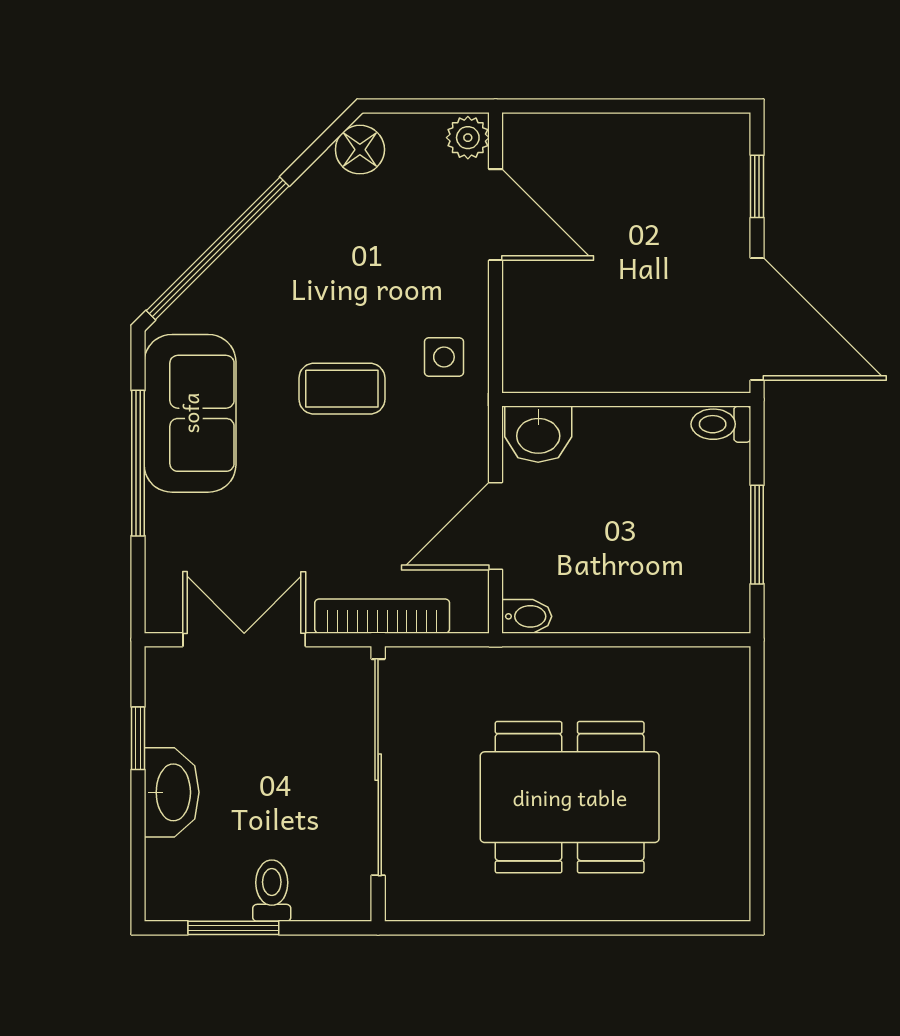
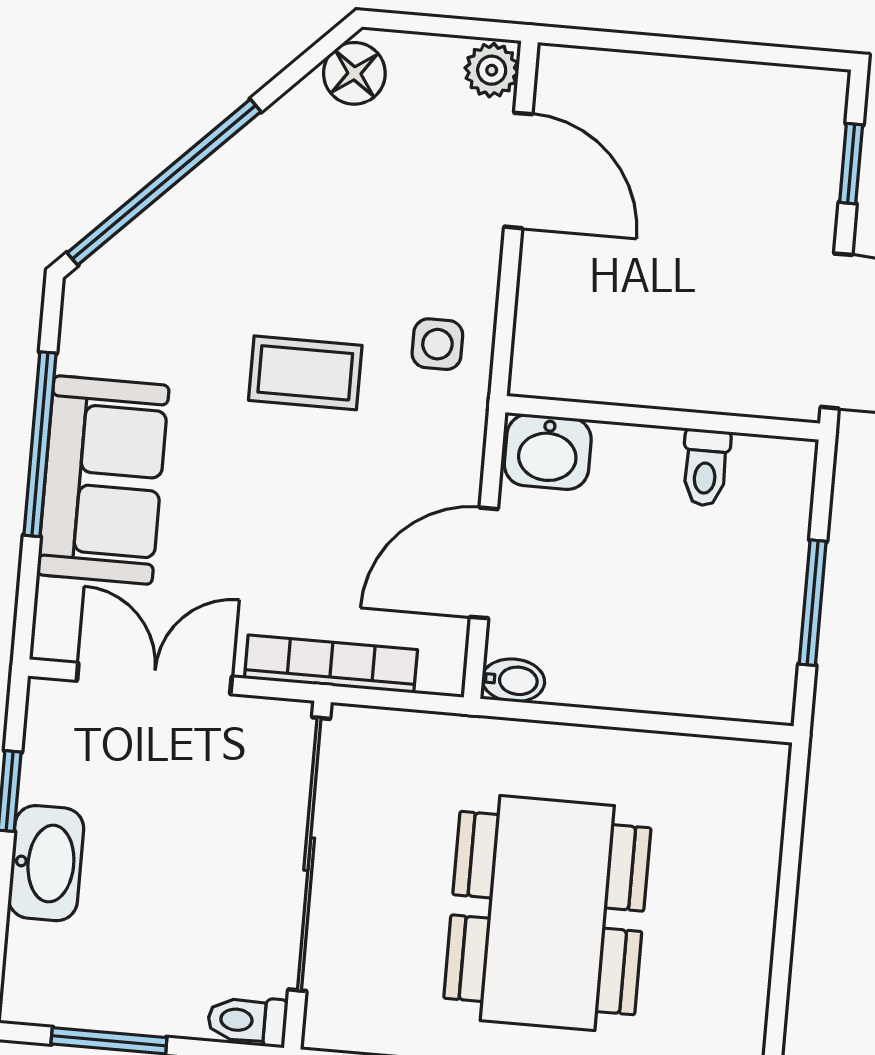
sofa: (190, 413) -> (103, 480), moved
toilet: (721, 424) -> (705, 468), moved, turned -90
dining table: (570, 797) -> (547, 913), turned 90
toilet: (272, 891) -> (247, 1021), moved, turned -90

